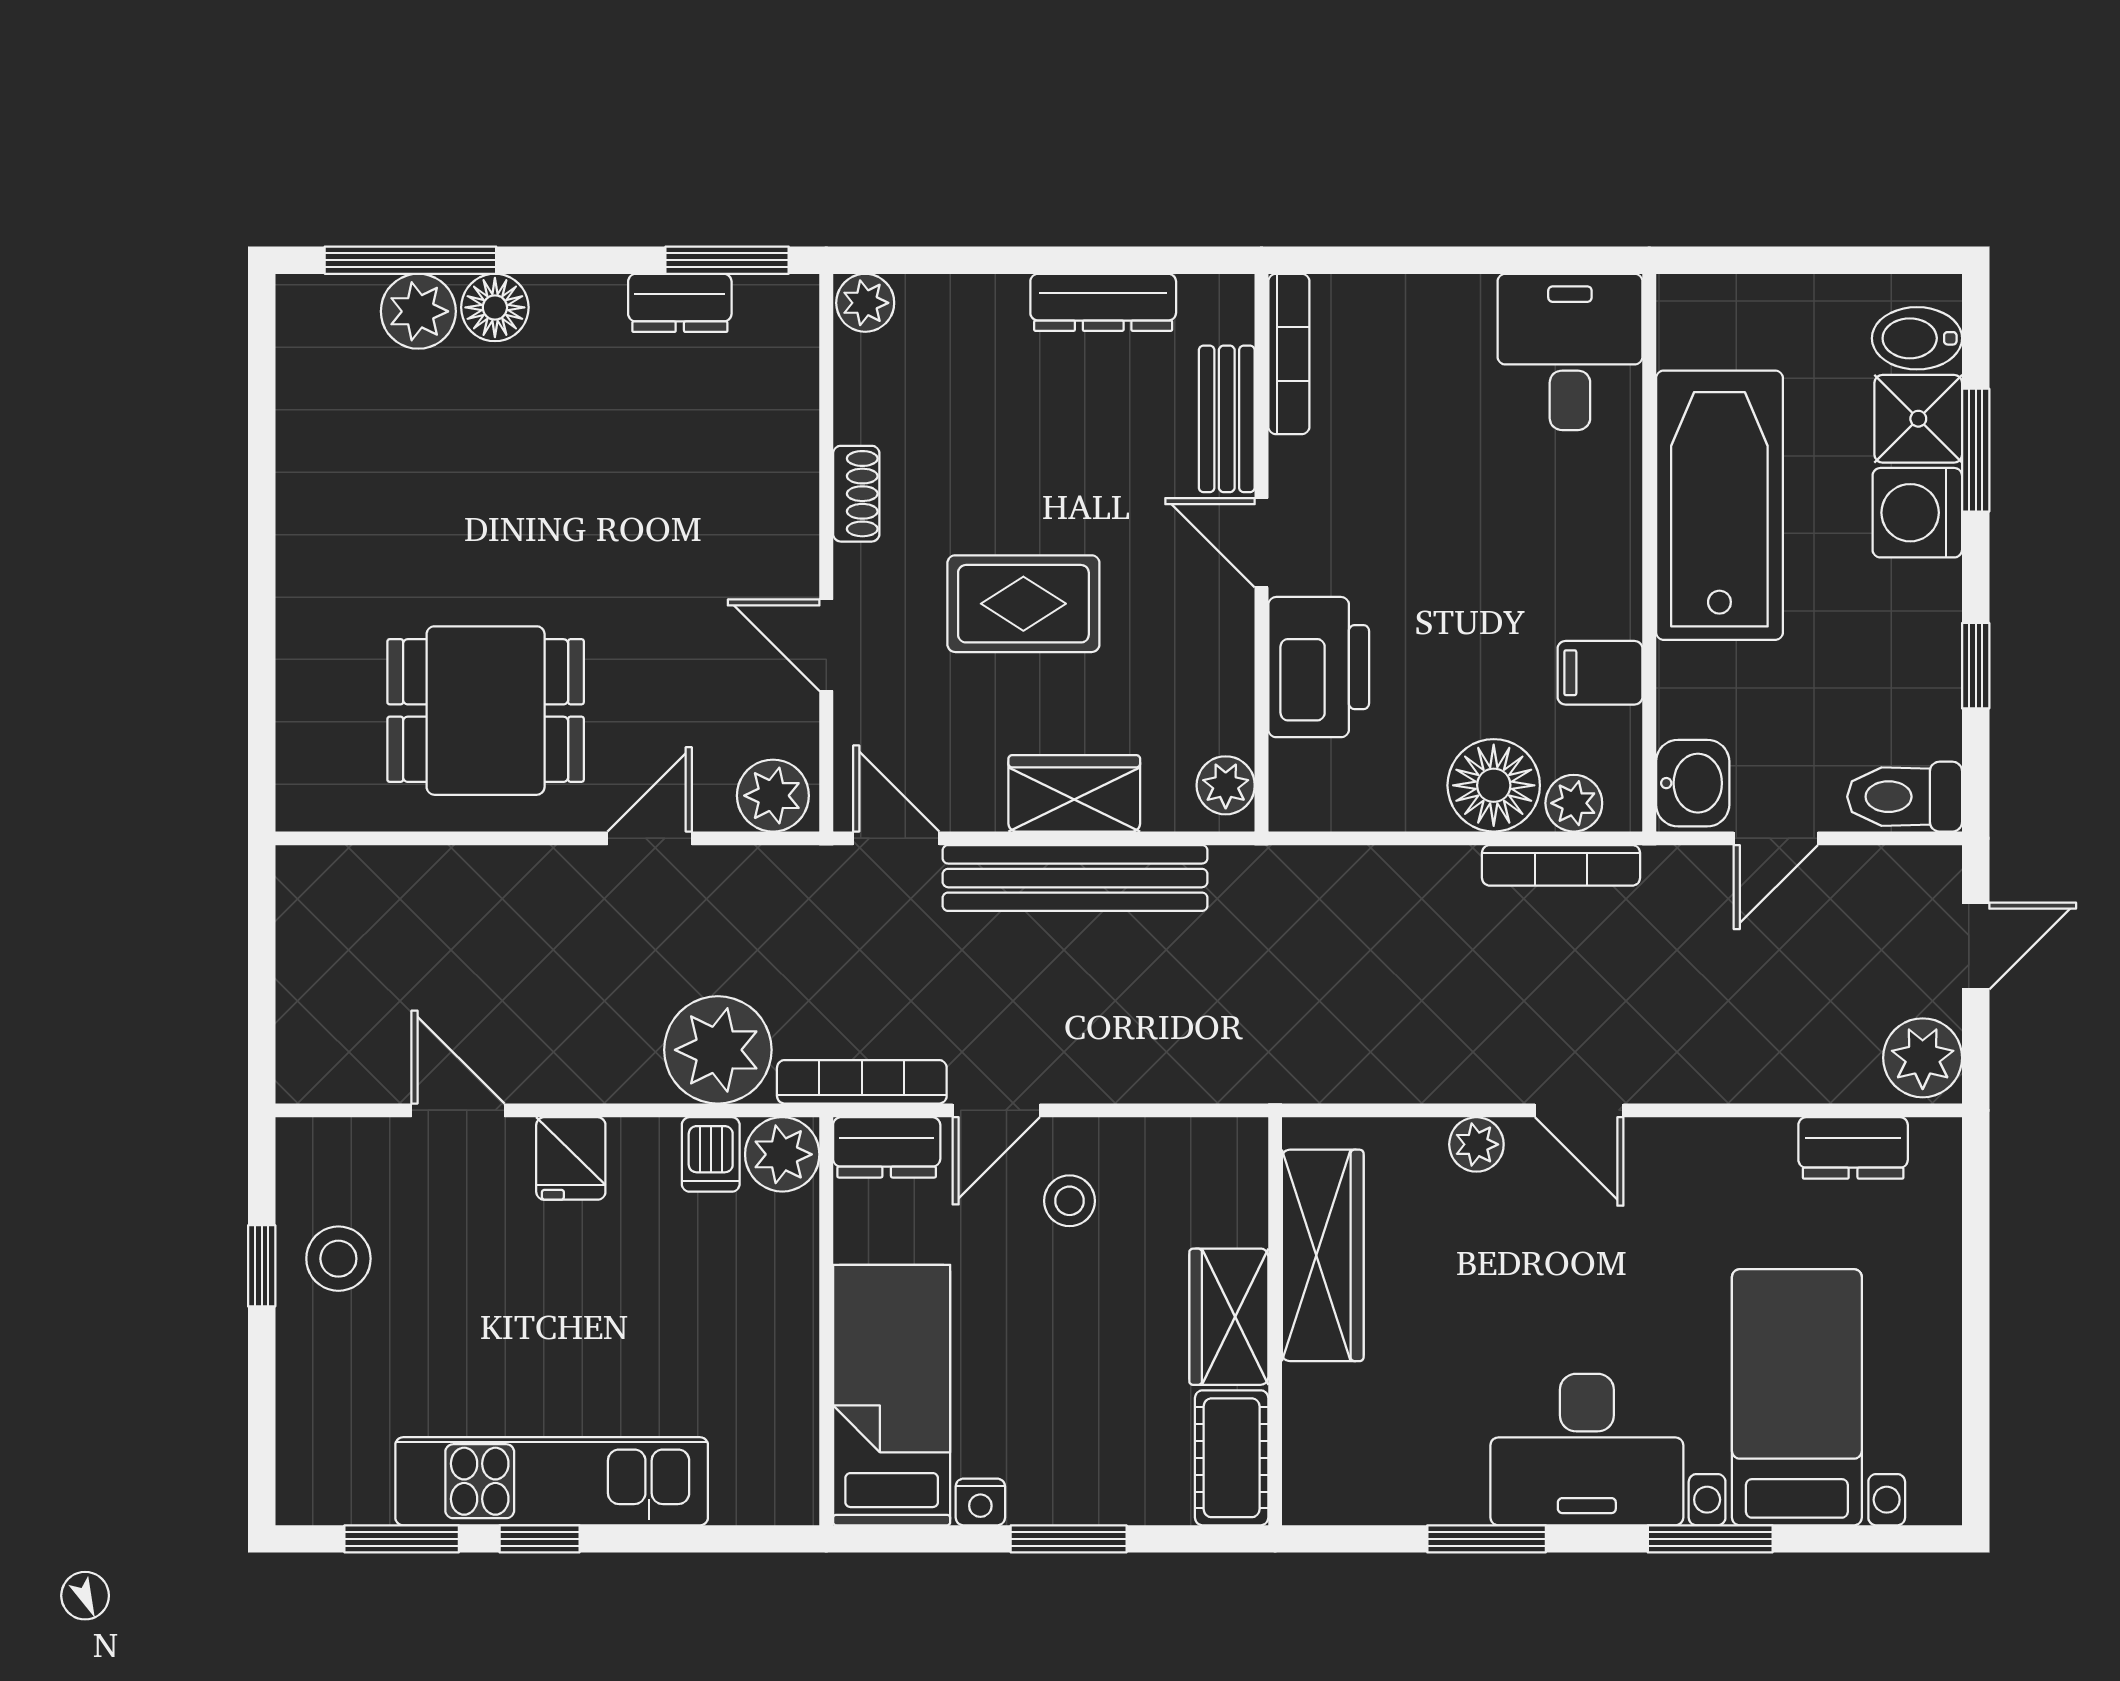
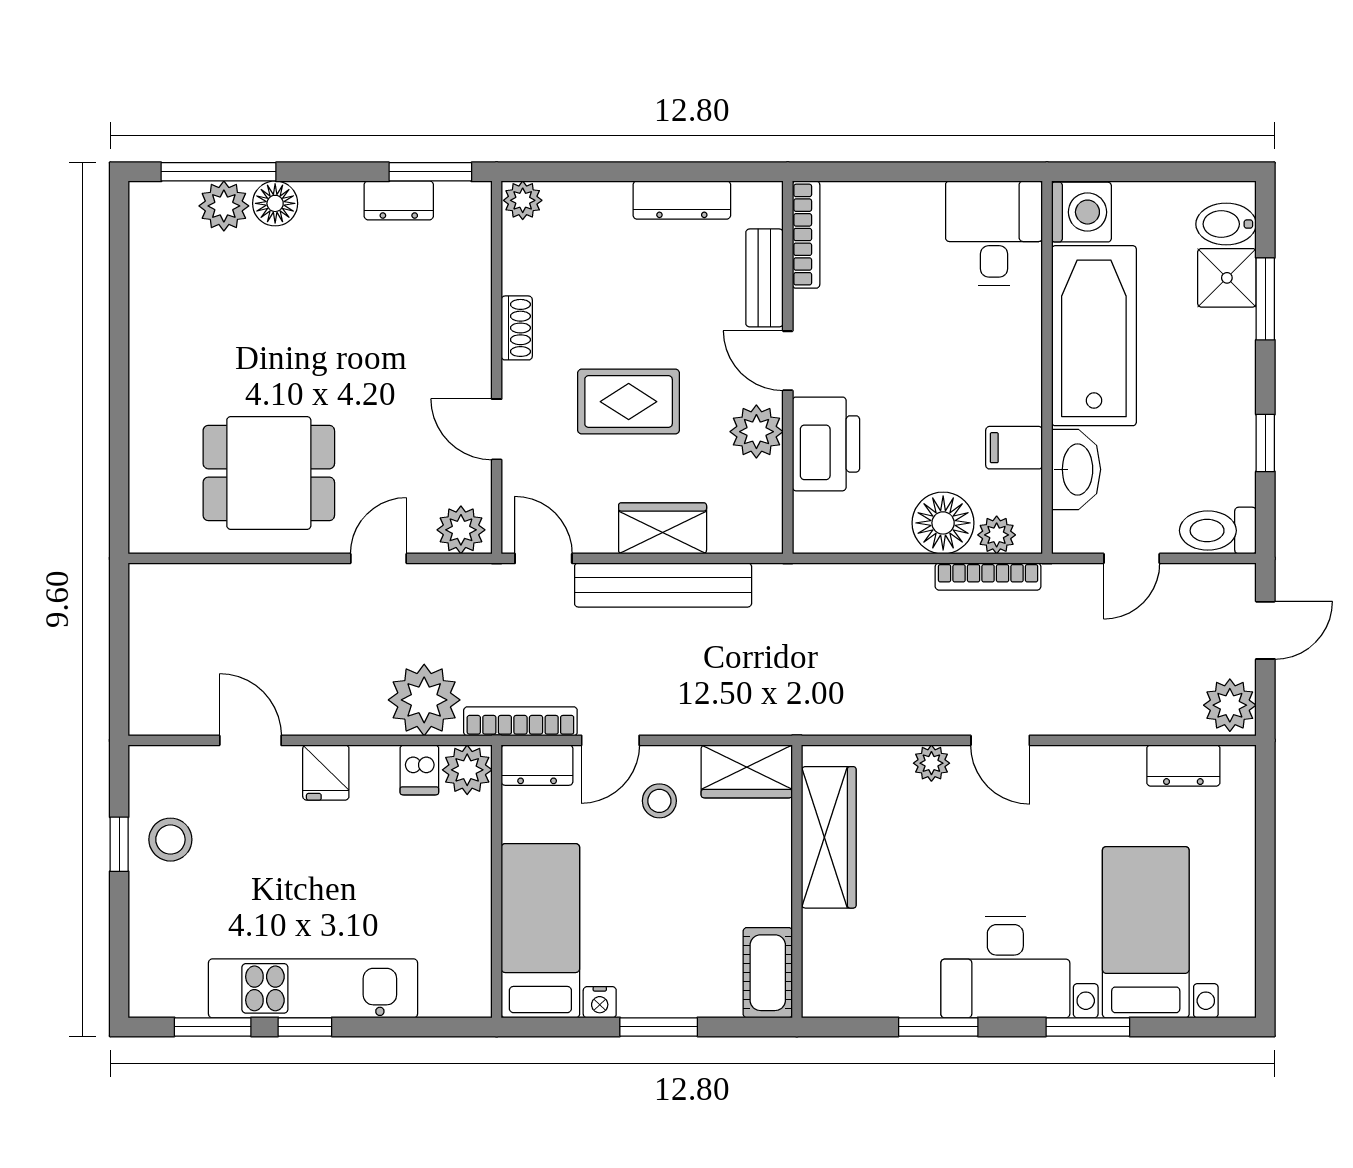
washing machine: (1917, 513) -> (1081, 212), moved, turned 180
washbasin: (1693, 783) -> (1076, 469), moved, width x1.38
plant: (1226, 785) -> (756, 432), moved, width x1.38, depth x1.38
wardrobe: (1229, 1317) -> (747, 771), moved, turned -90

